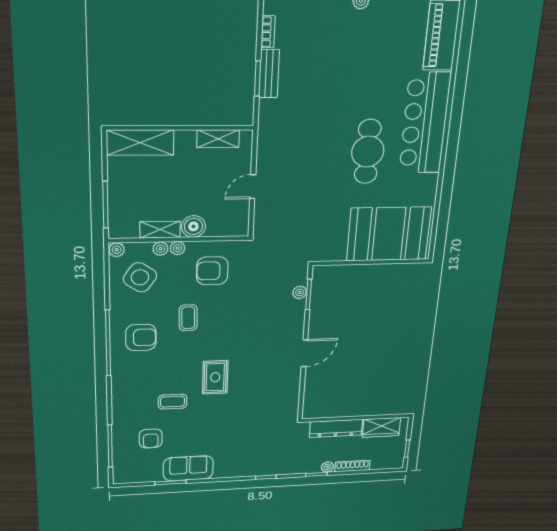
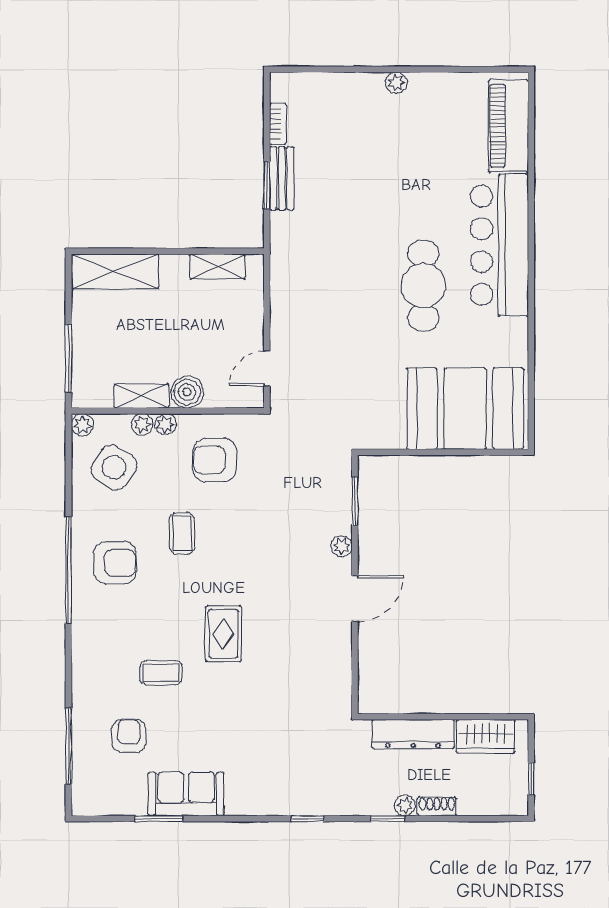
door: (253, 187) -> (267, 368), moved
plant: (300, 292) -> (342, 546), moved
armchair: (151, 438) -> (129, 736), turned 180
shoe rack: (352, 466) -> (437, 806), width x0.70

